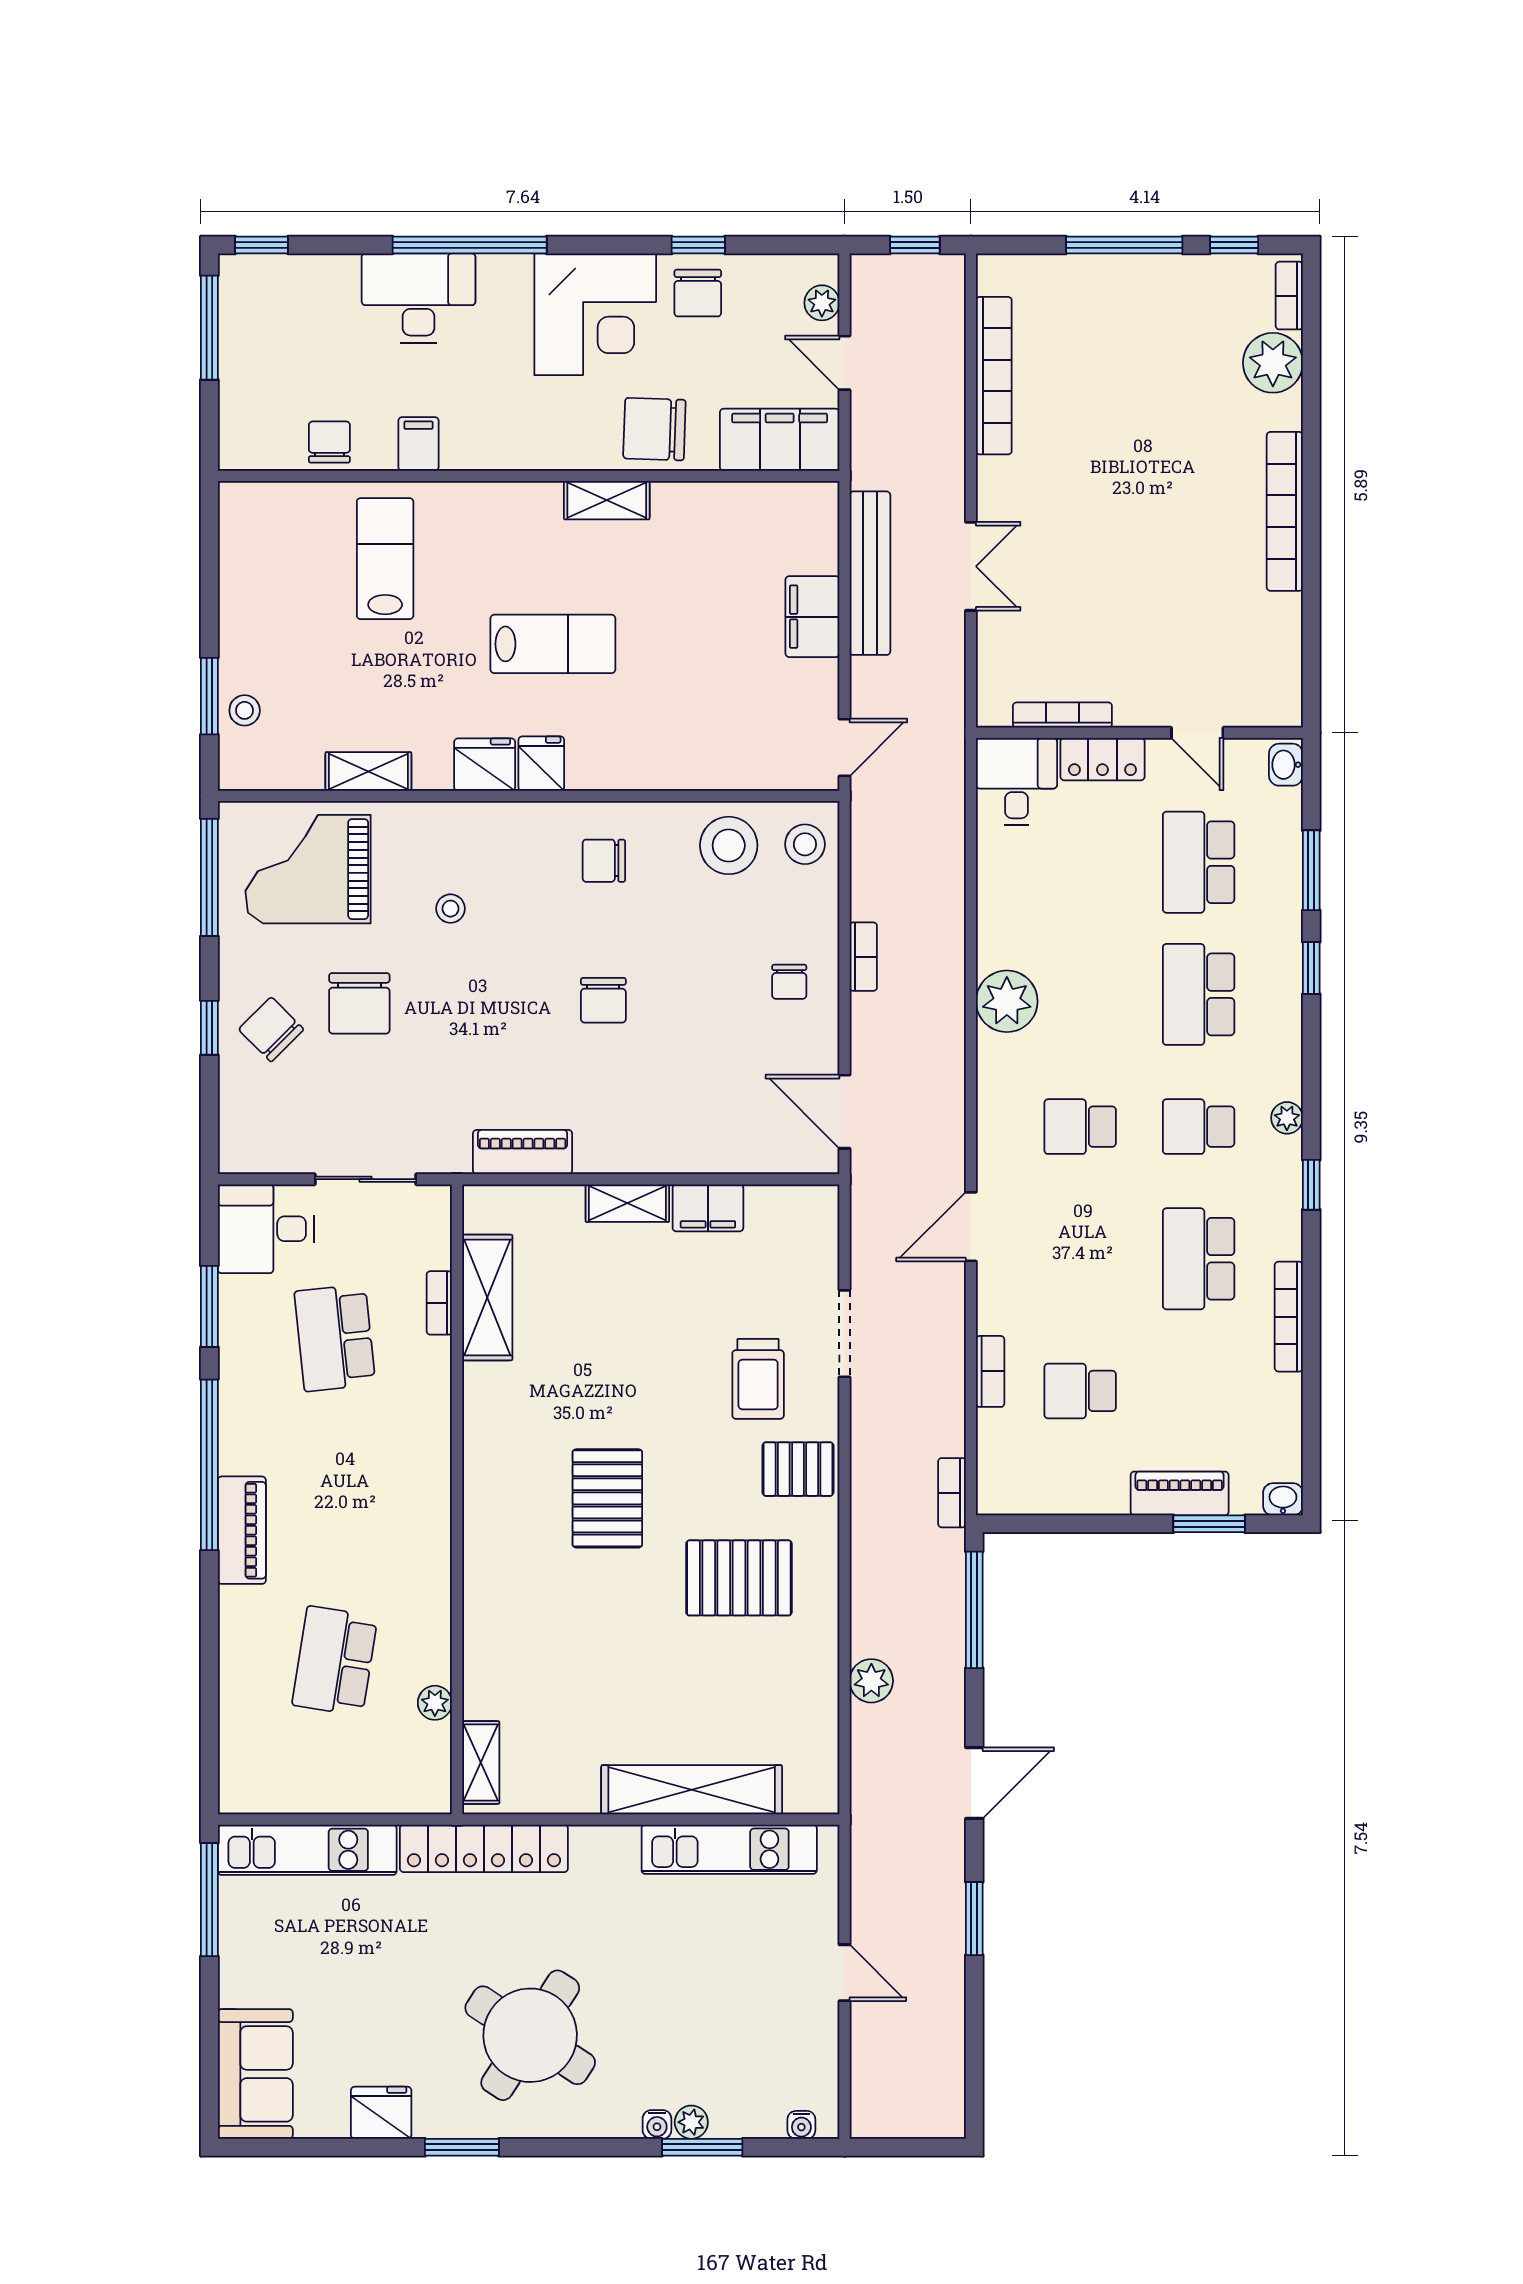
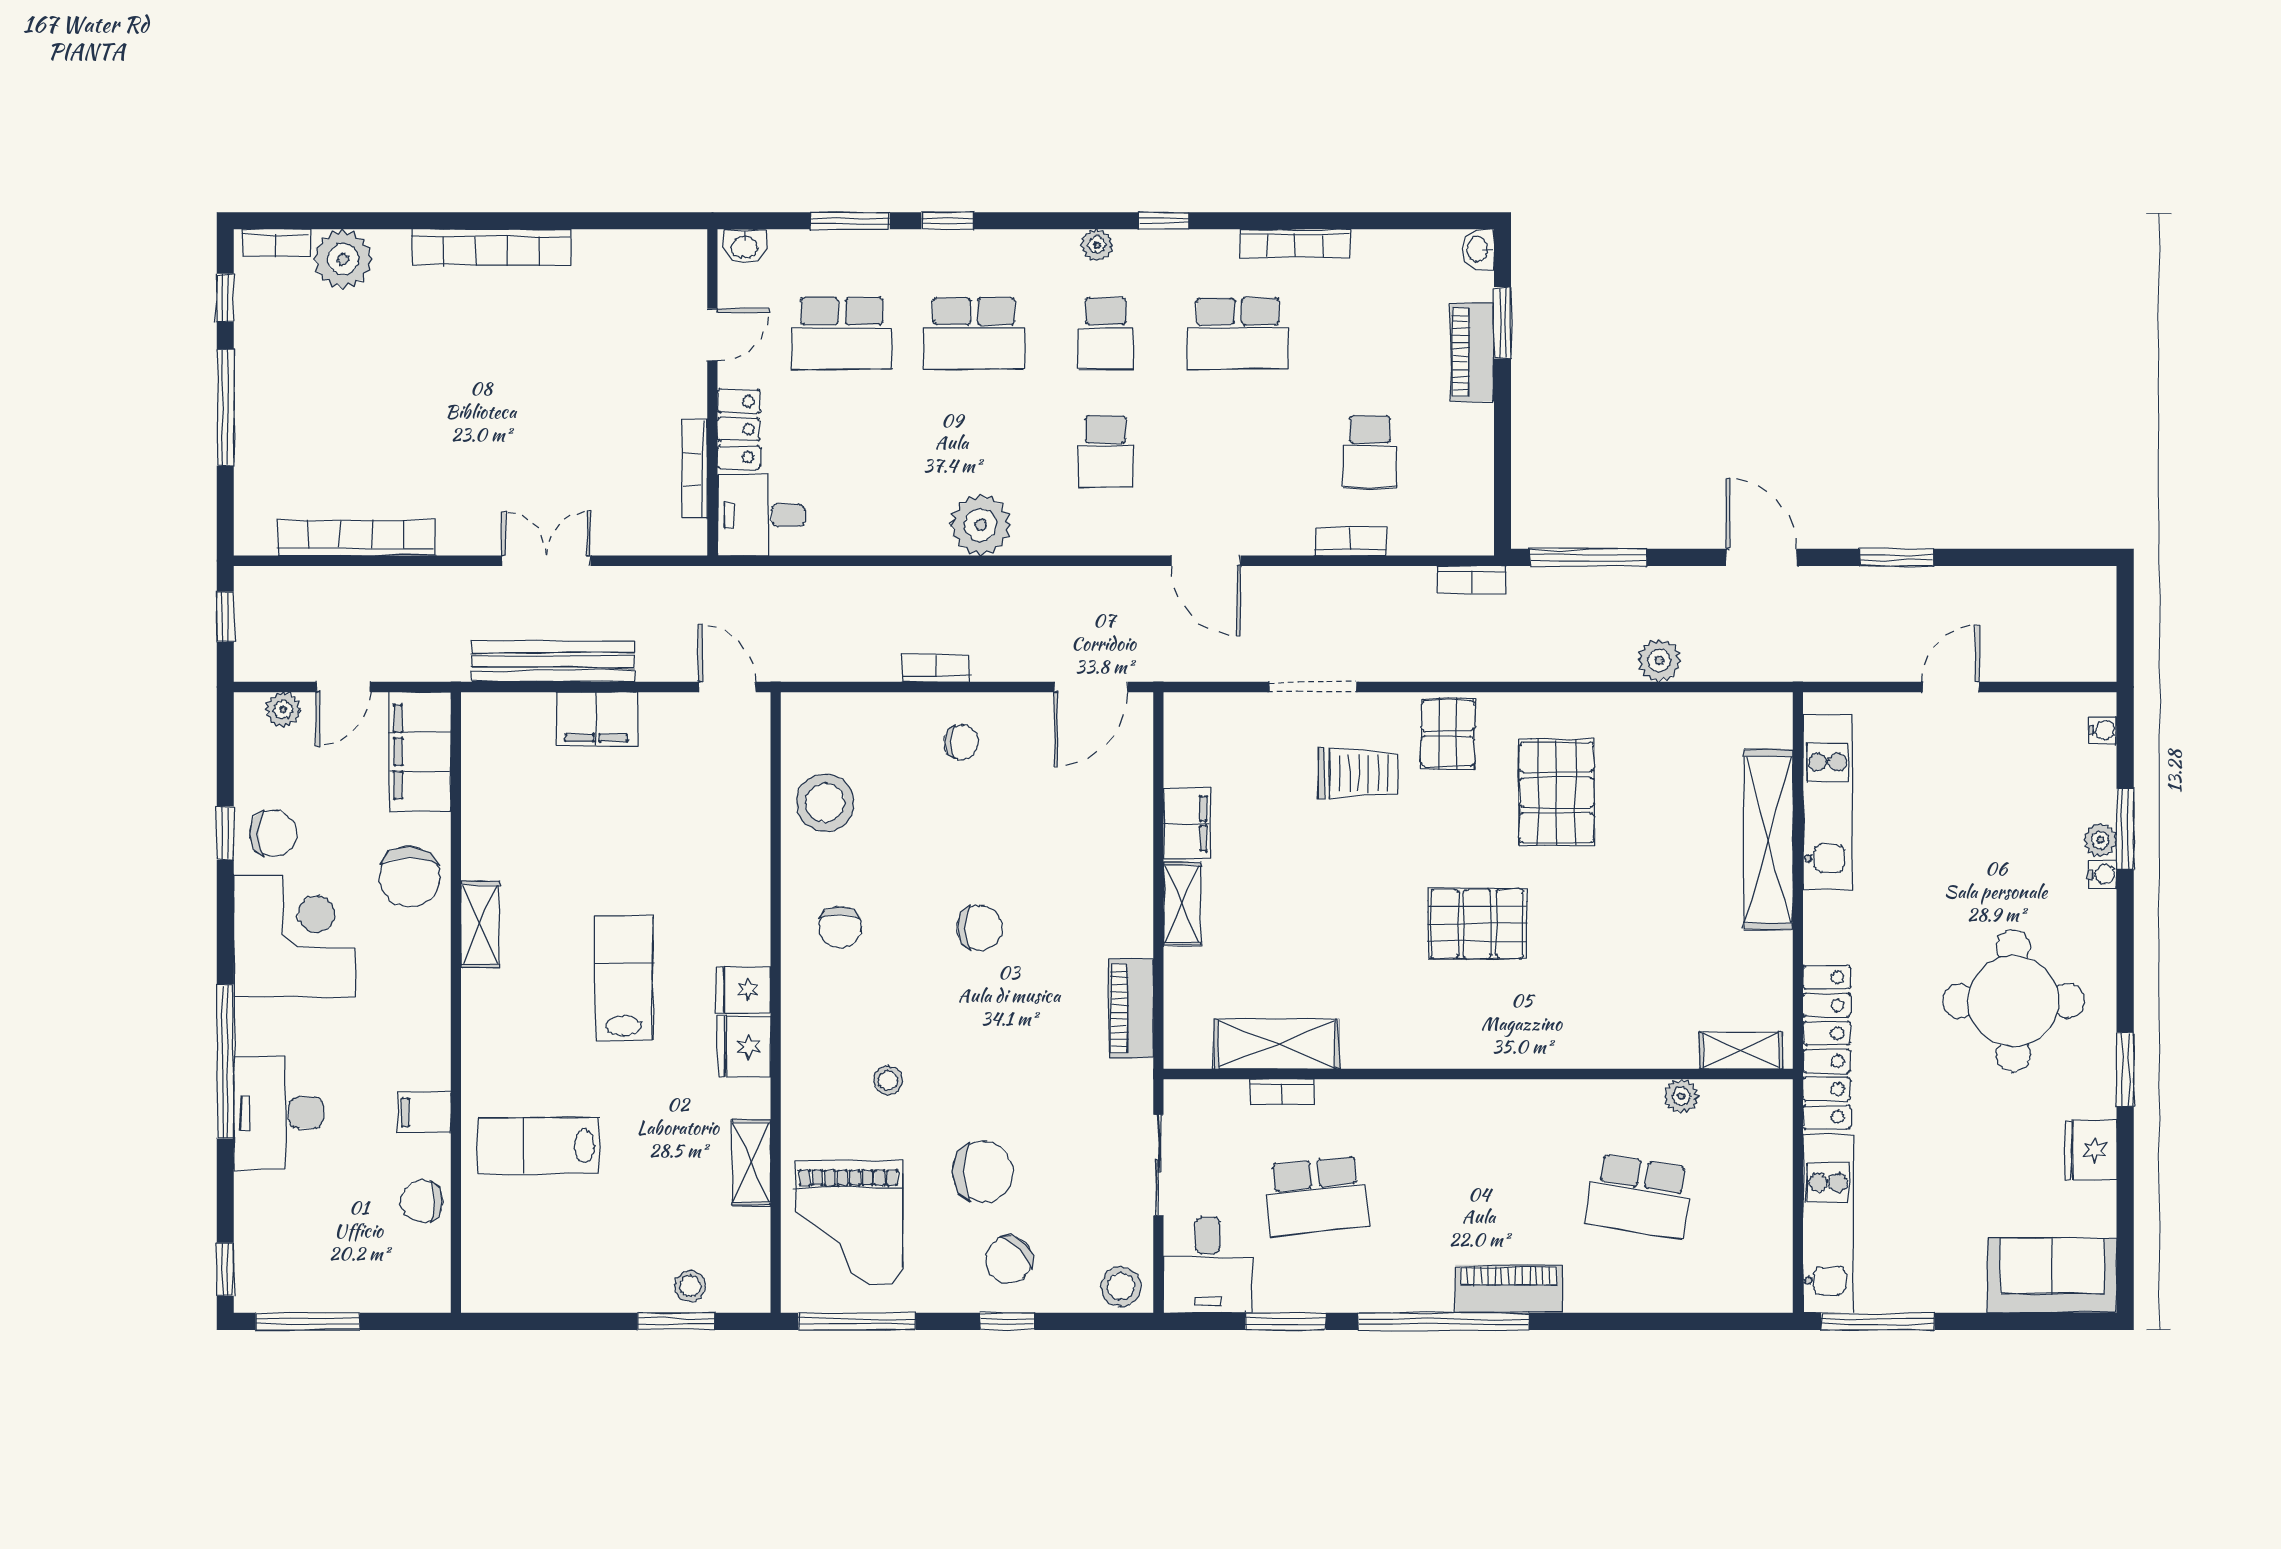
stool: (805, 844) -> (1121, 1287), moved
round table: (530, 2035) -> (2013, 1001), turned -33

